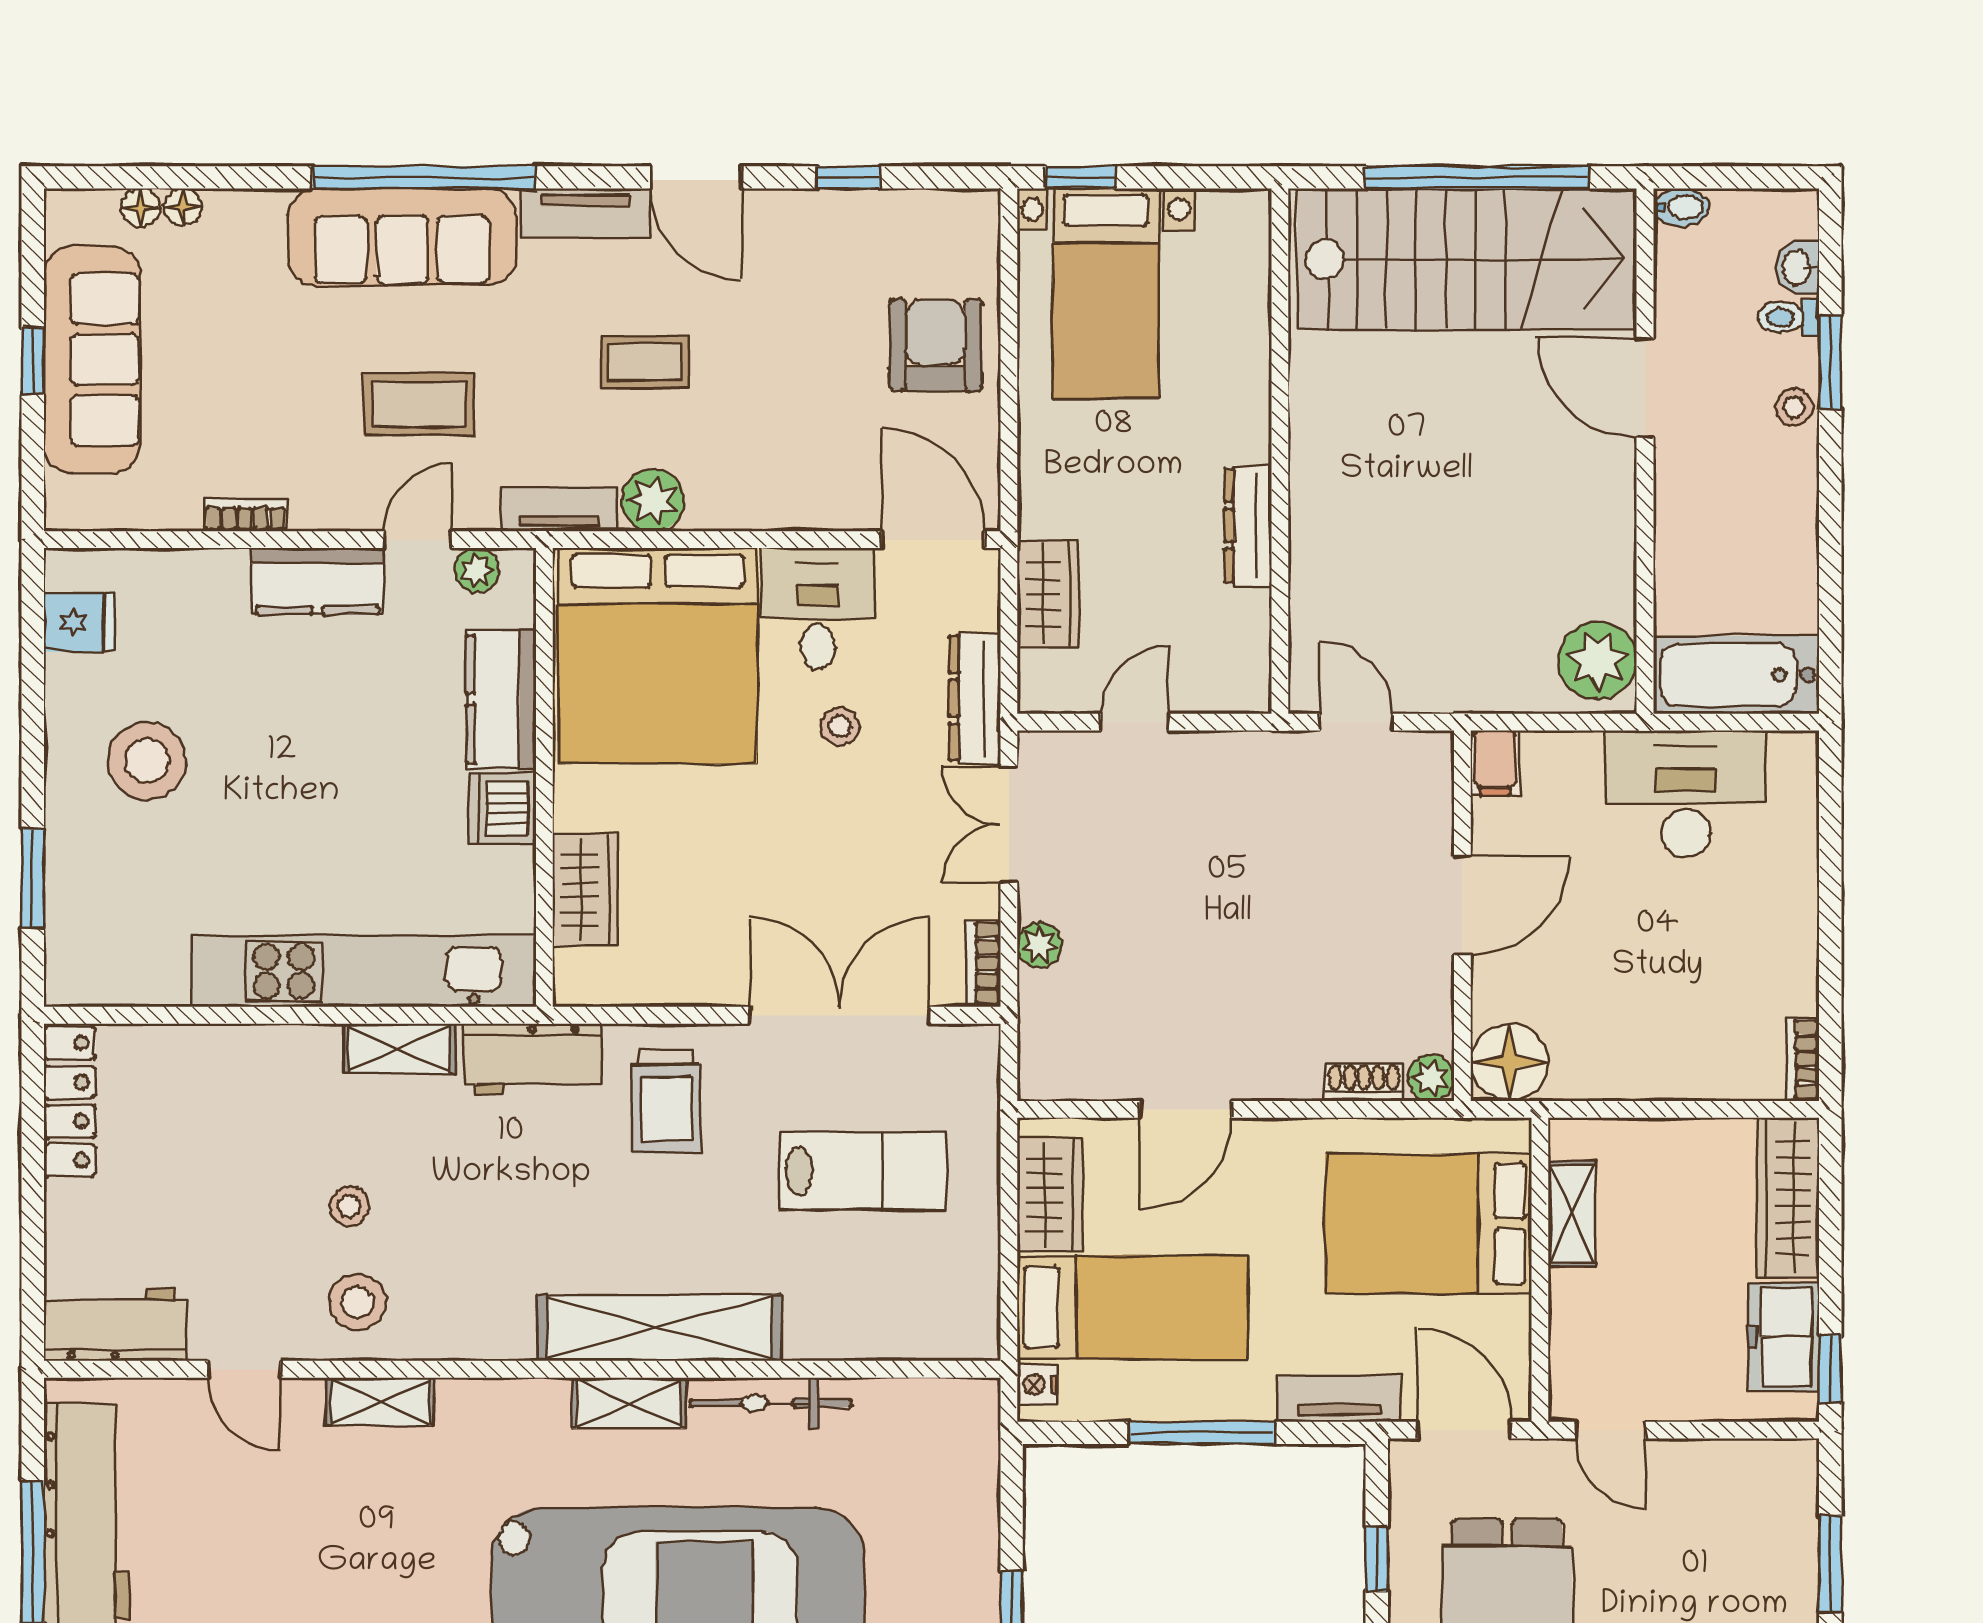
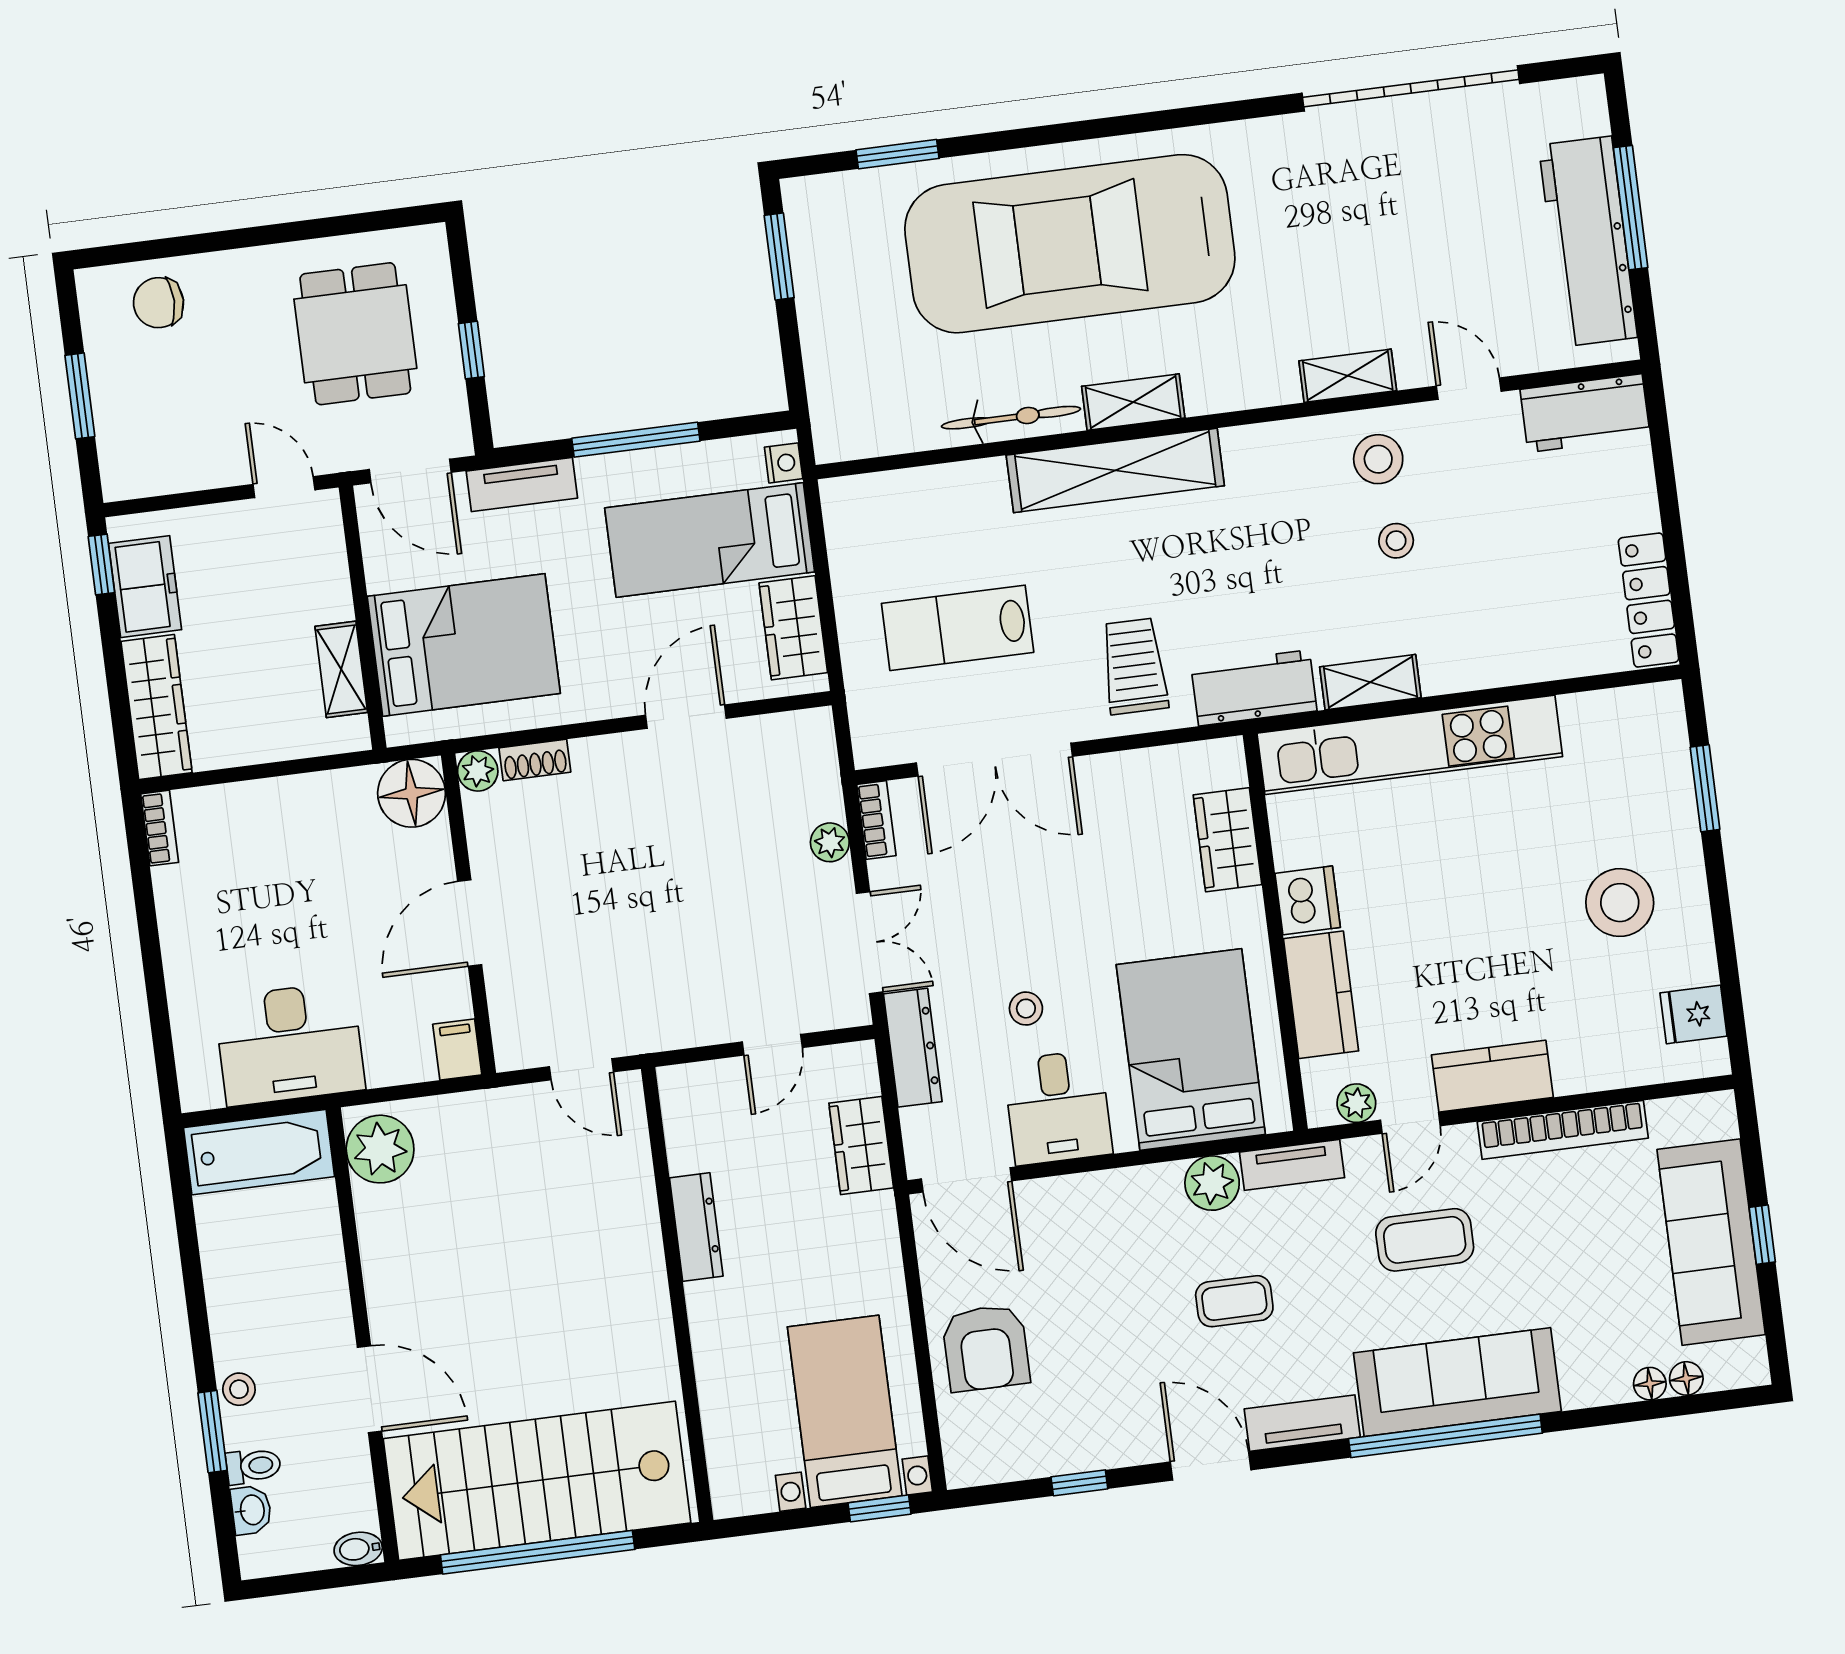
bookcase: (245, 515) -> (1563, 1130), width x2.31, depth x1.31
bed: (658, 656) -> (1191, 1049), width x0.73

